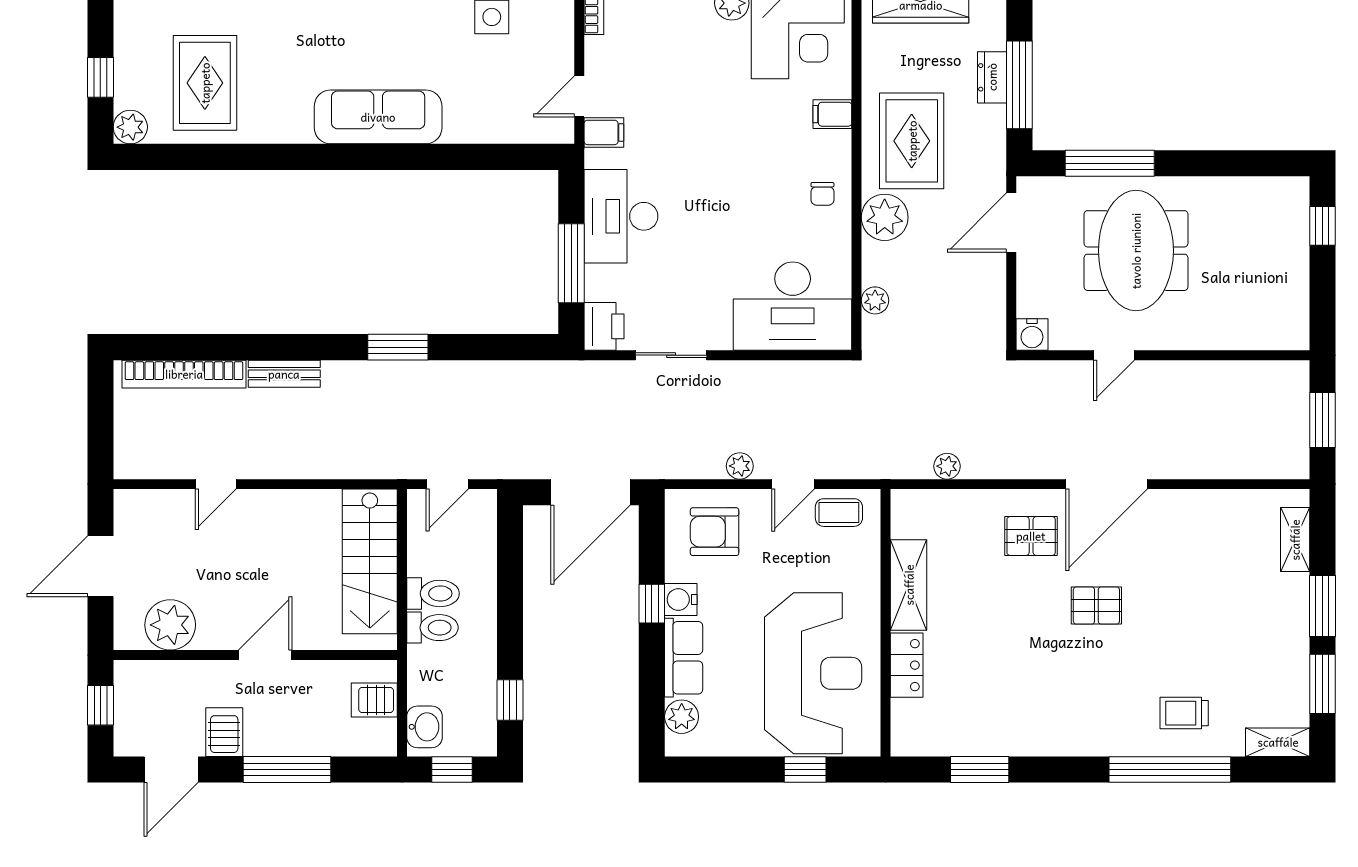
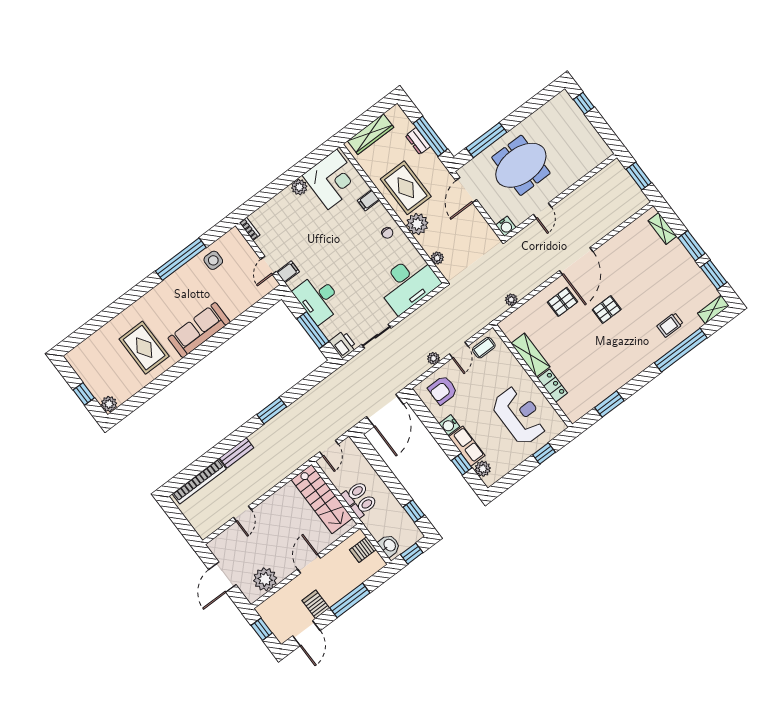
rug: (205, 83) -> (144, 348), moved
meeting table: (1136, 251) -> (521, 165), turned 90
window: (652, 604) -> (462, 464), moved
reception desk: (813, 673) -> (520, 415), width x0.74, depth x0.77

